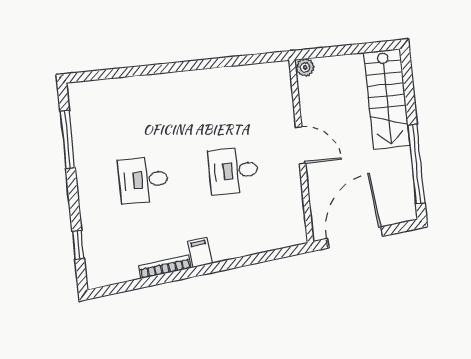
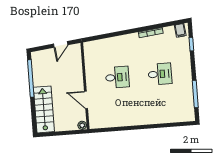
door: (301, 145) -> (86, 100), moved
door: (355, 237) -> (61, 44), width x0.53
filing cabinet: (200, 252) -> (180, 30), moved

